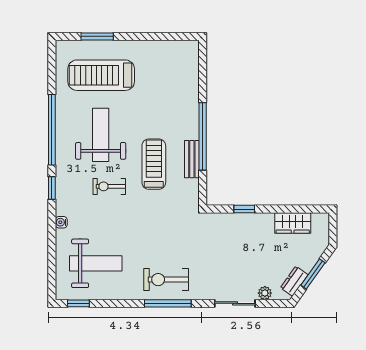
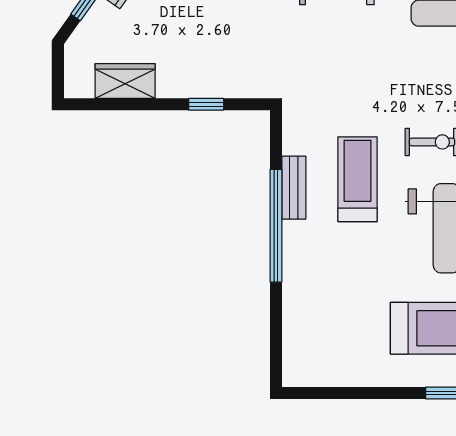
treadmill: (154, 164) -> (358, 179), turned 180

